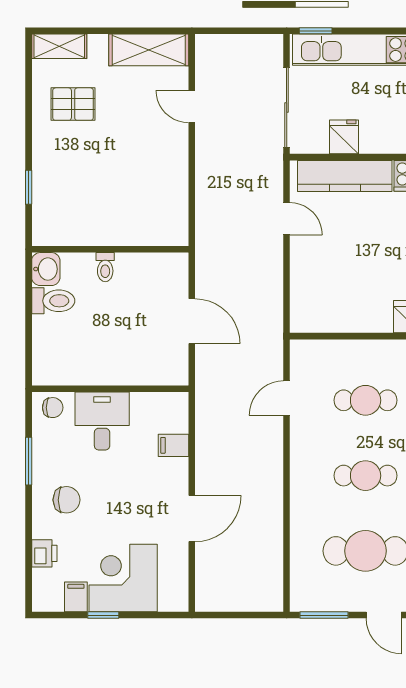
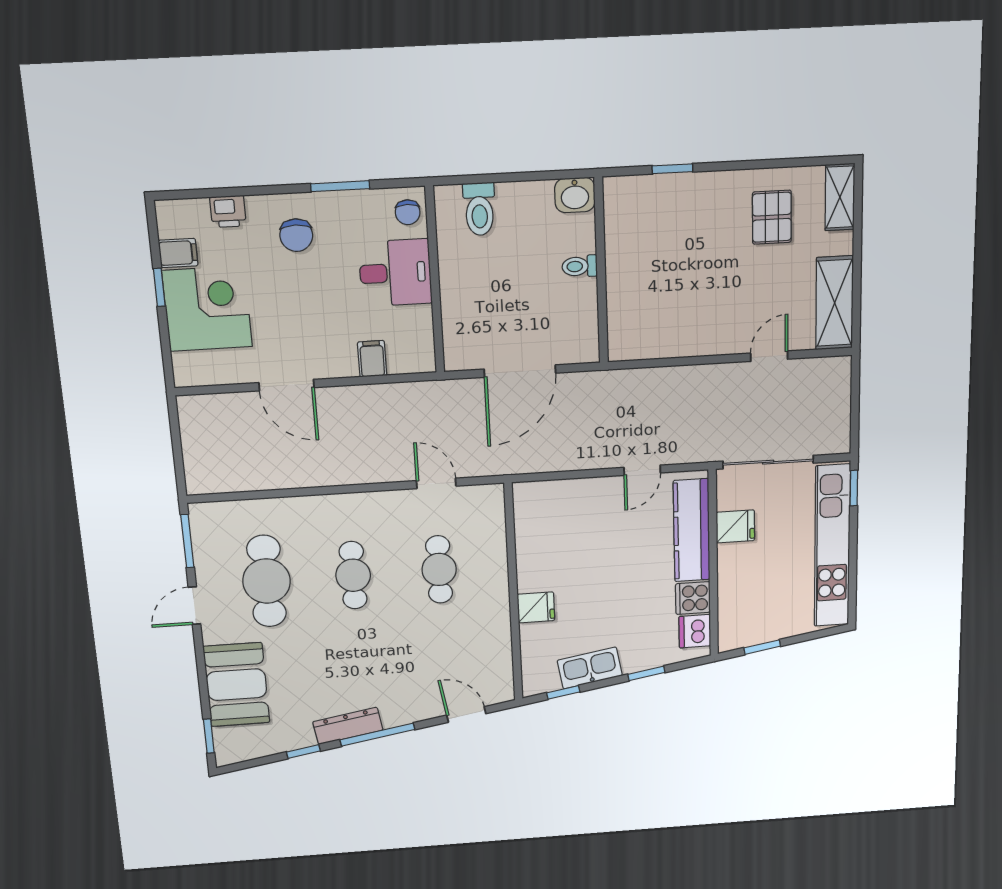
toilet: (53, 301) -> (479, 209), moved
door: (192, 321) -> (520, 371), width x1.36

